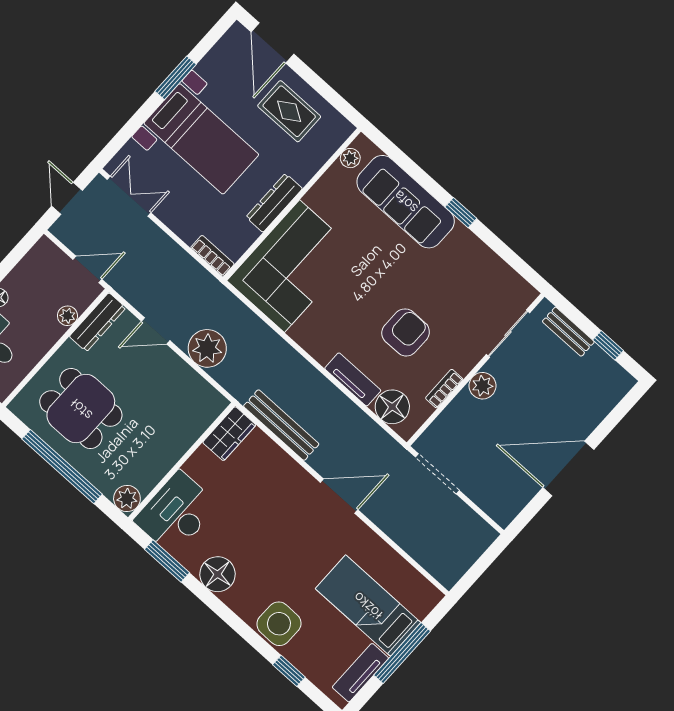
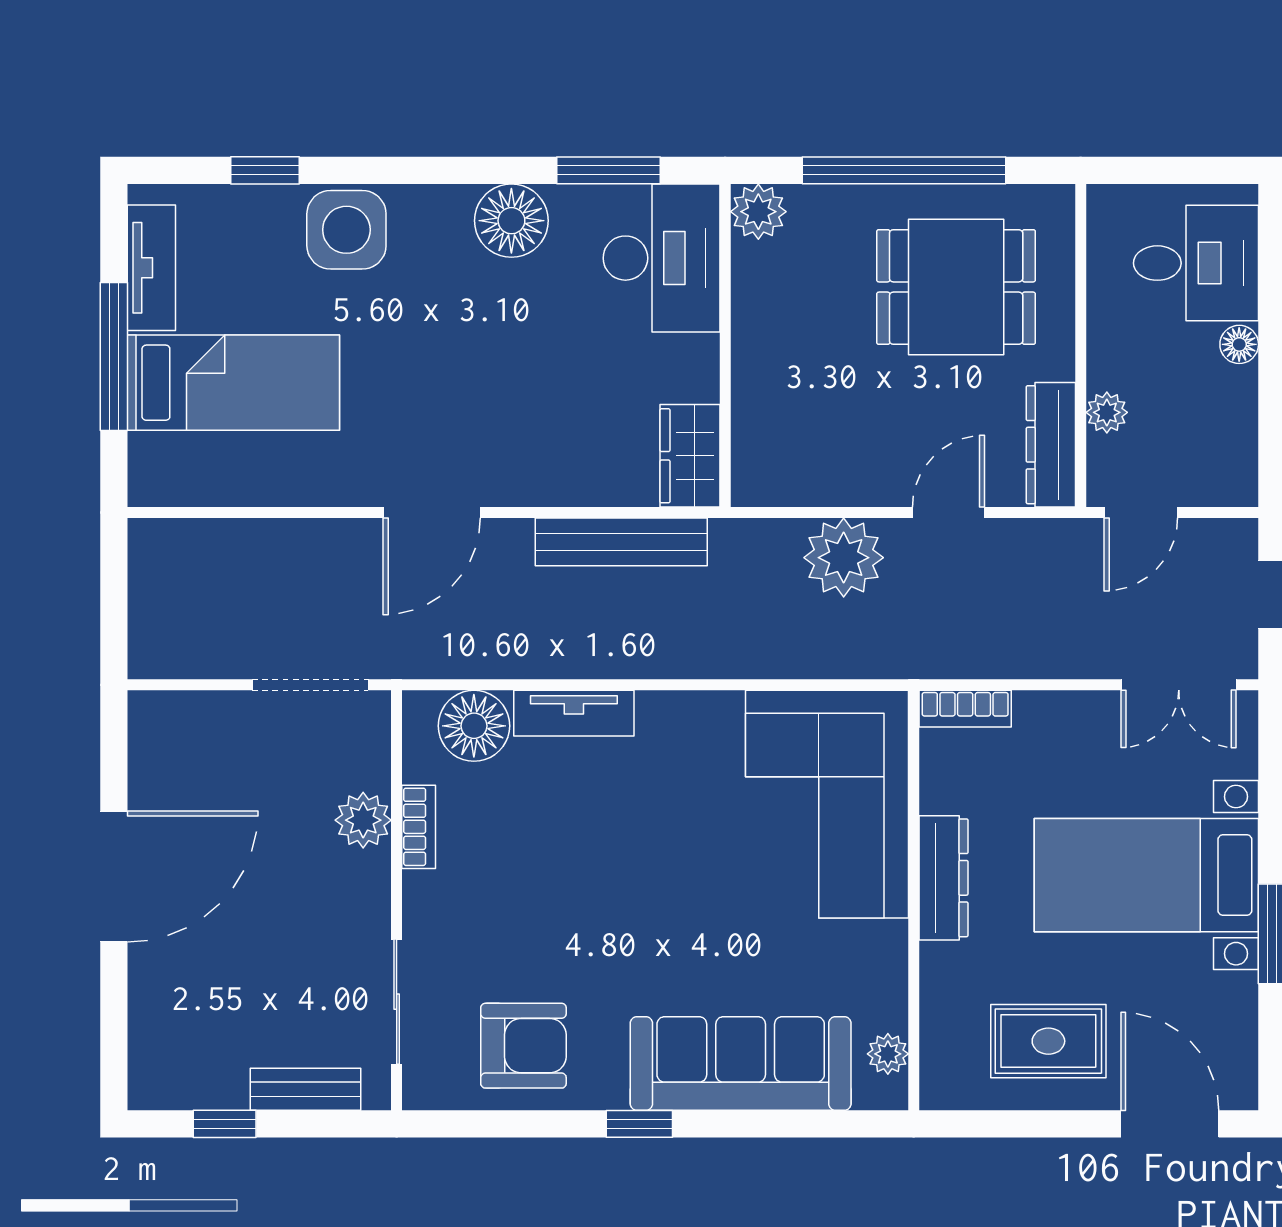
armchair: (406, 332) -> (523, 1046), moved, turned -90
plant: (483, 386) -> (363, 820), moved

